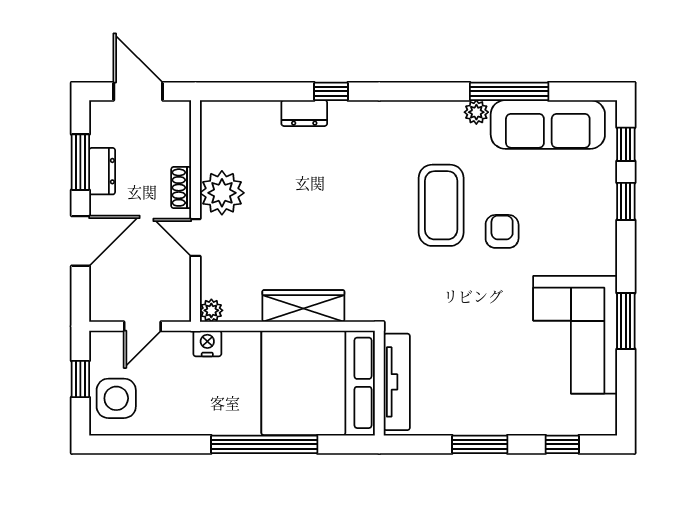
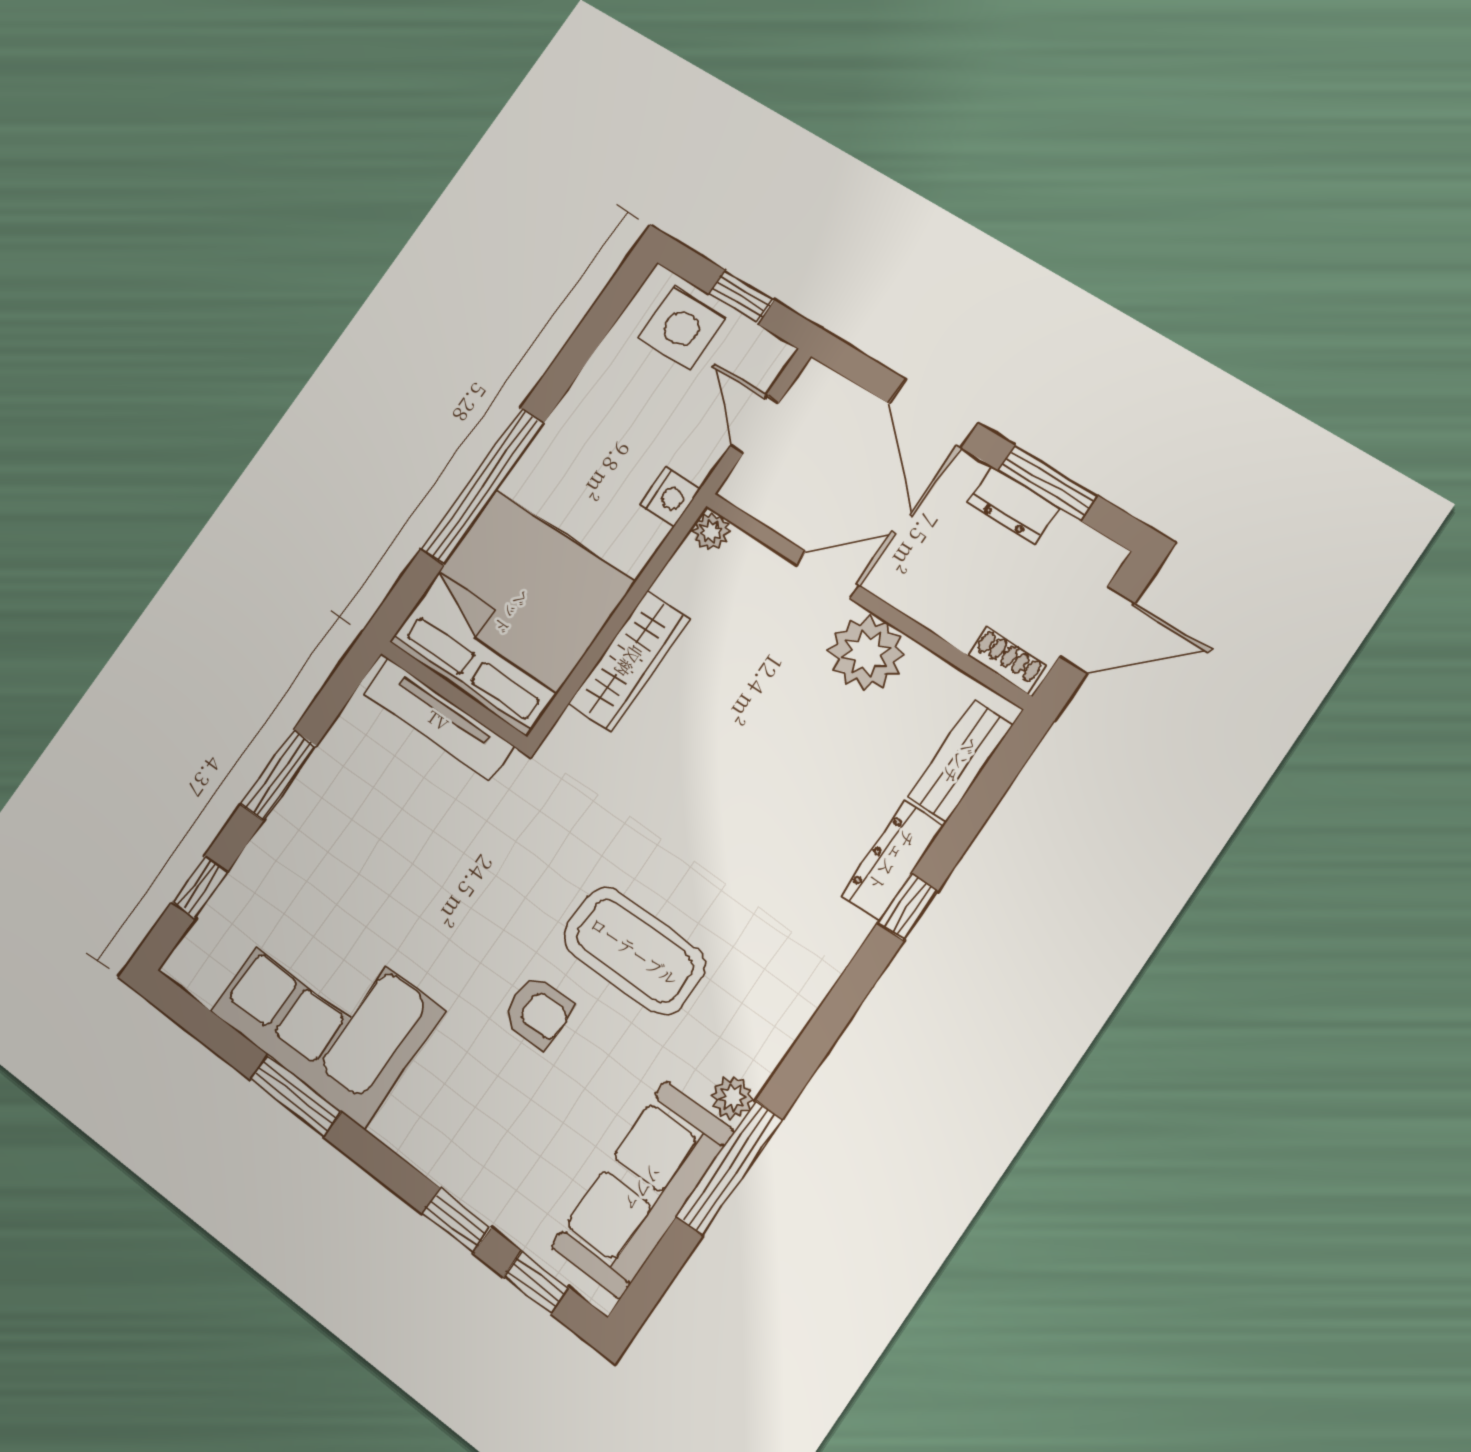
bench: (245, 113) -> (960, 761), added
dresser: (304, 113) -> (892, 861), width x1.44
shoe rack: (181, 188) -> (1007, 660), moved

